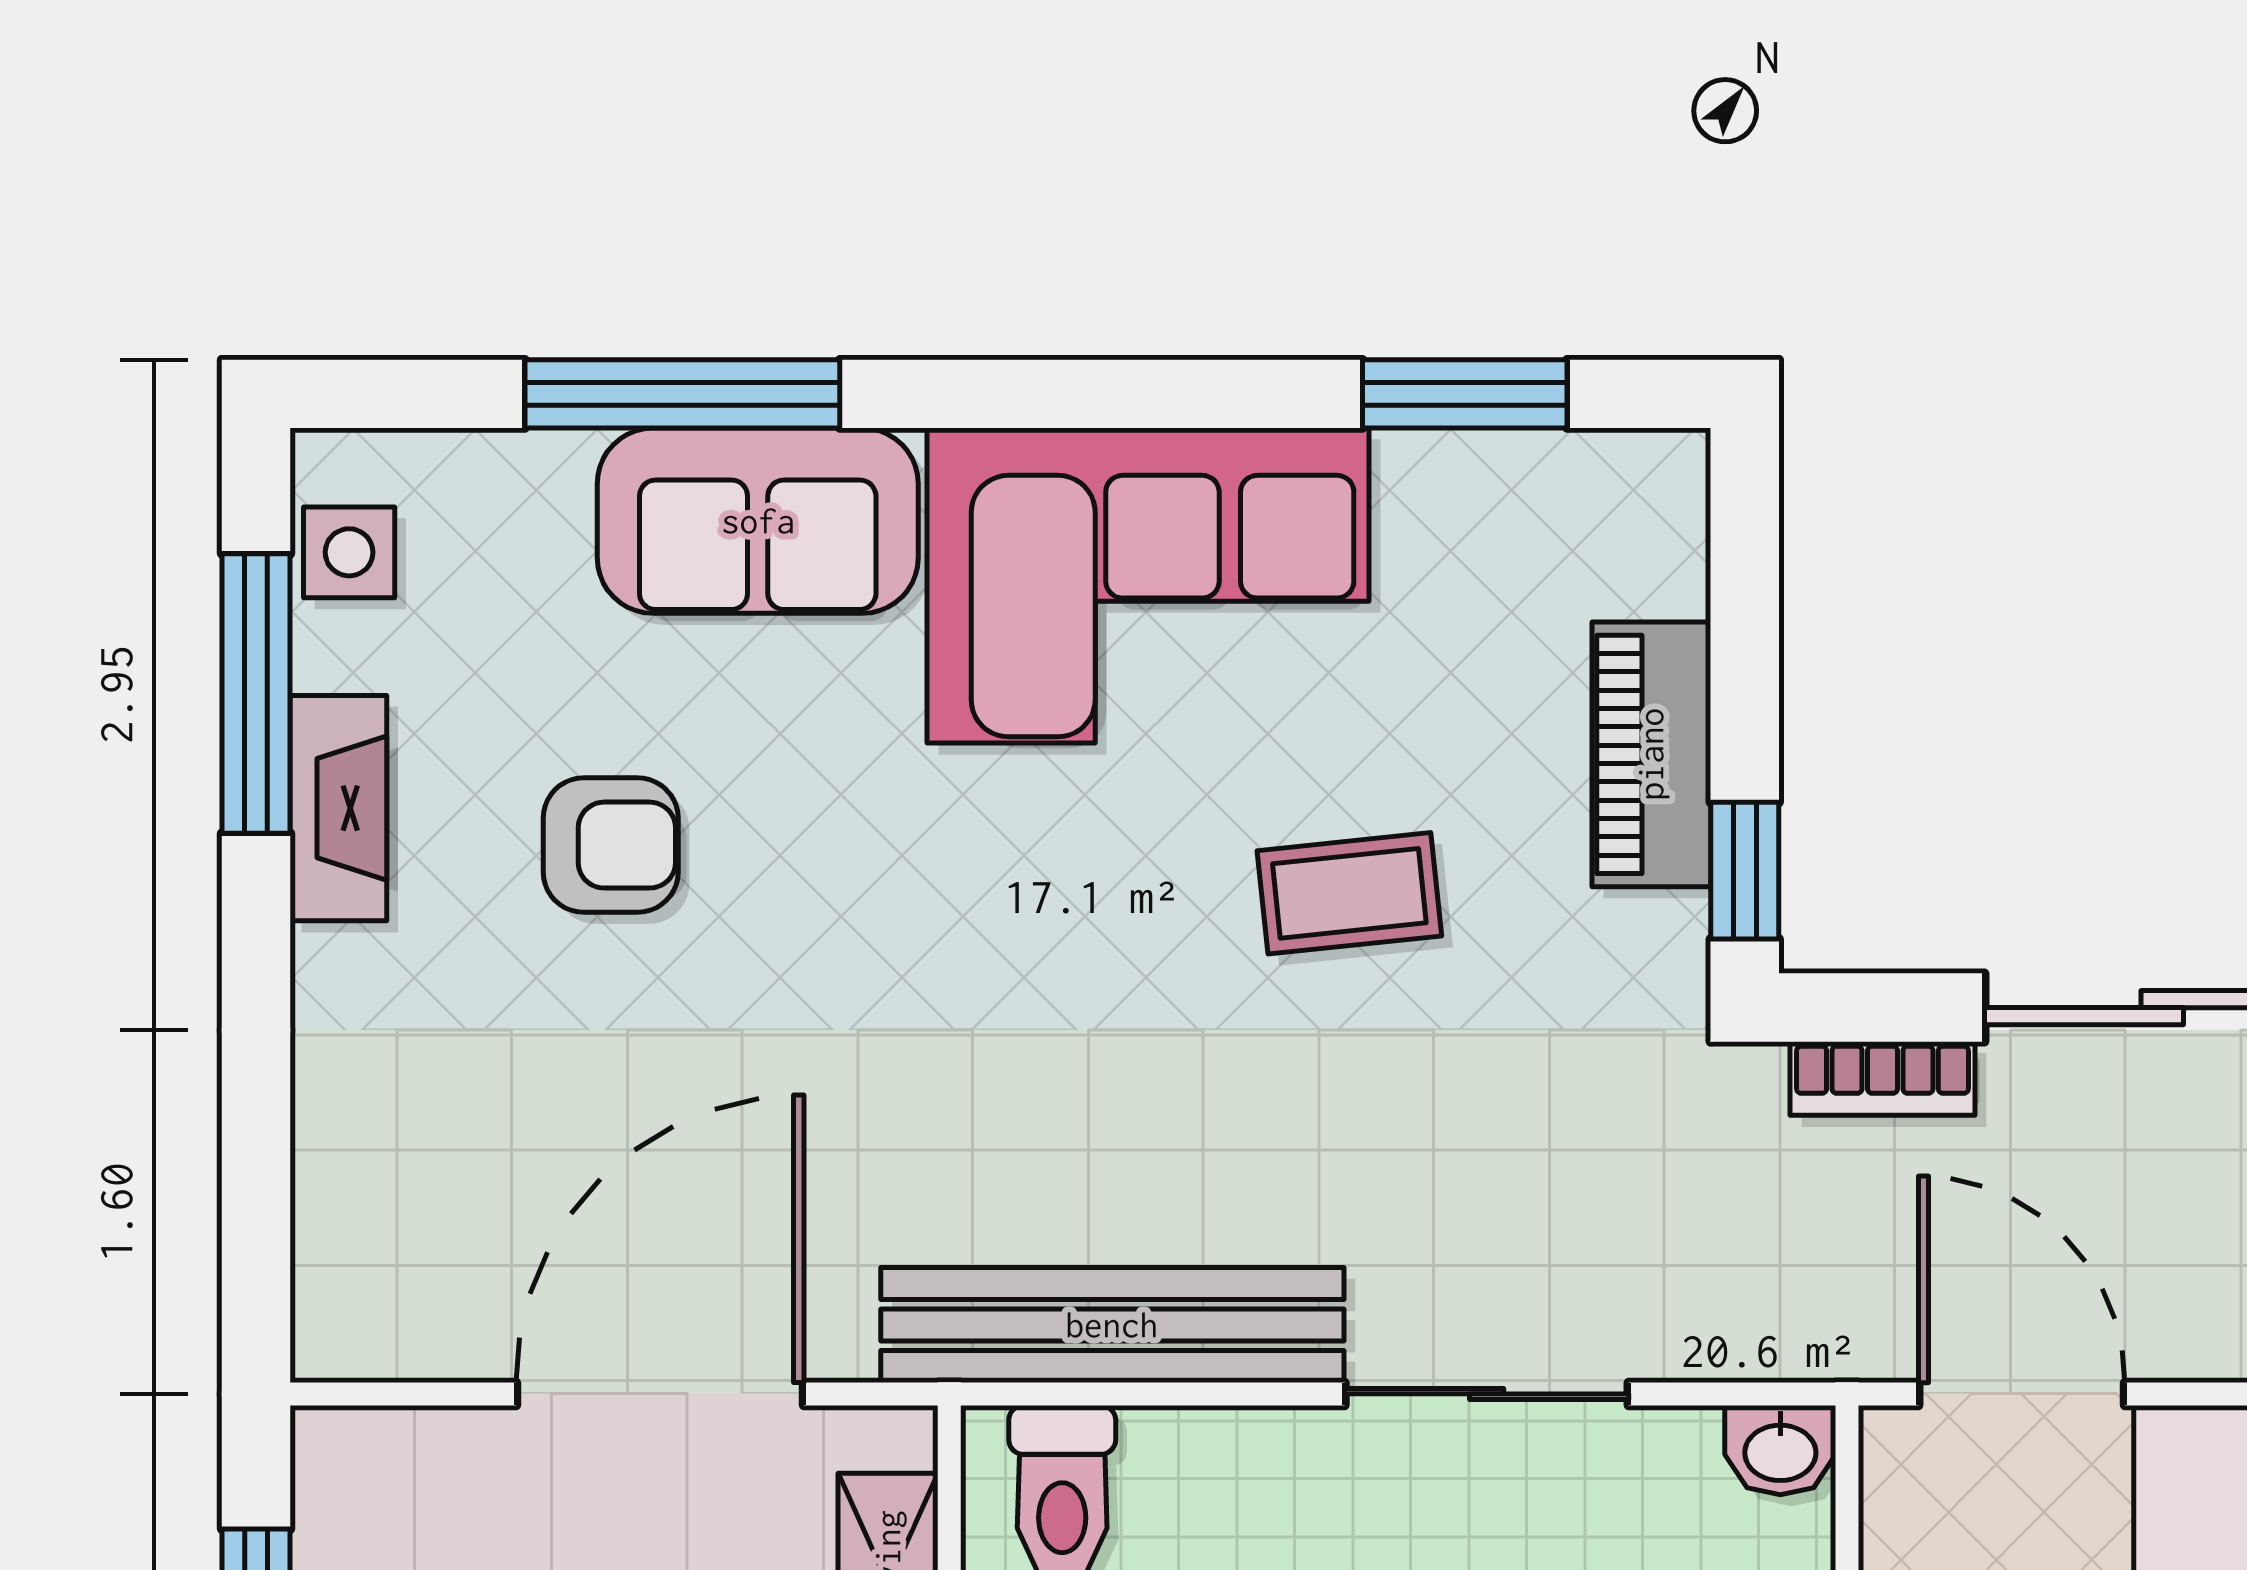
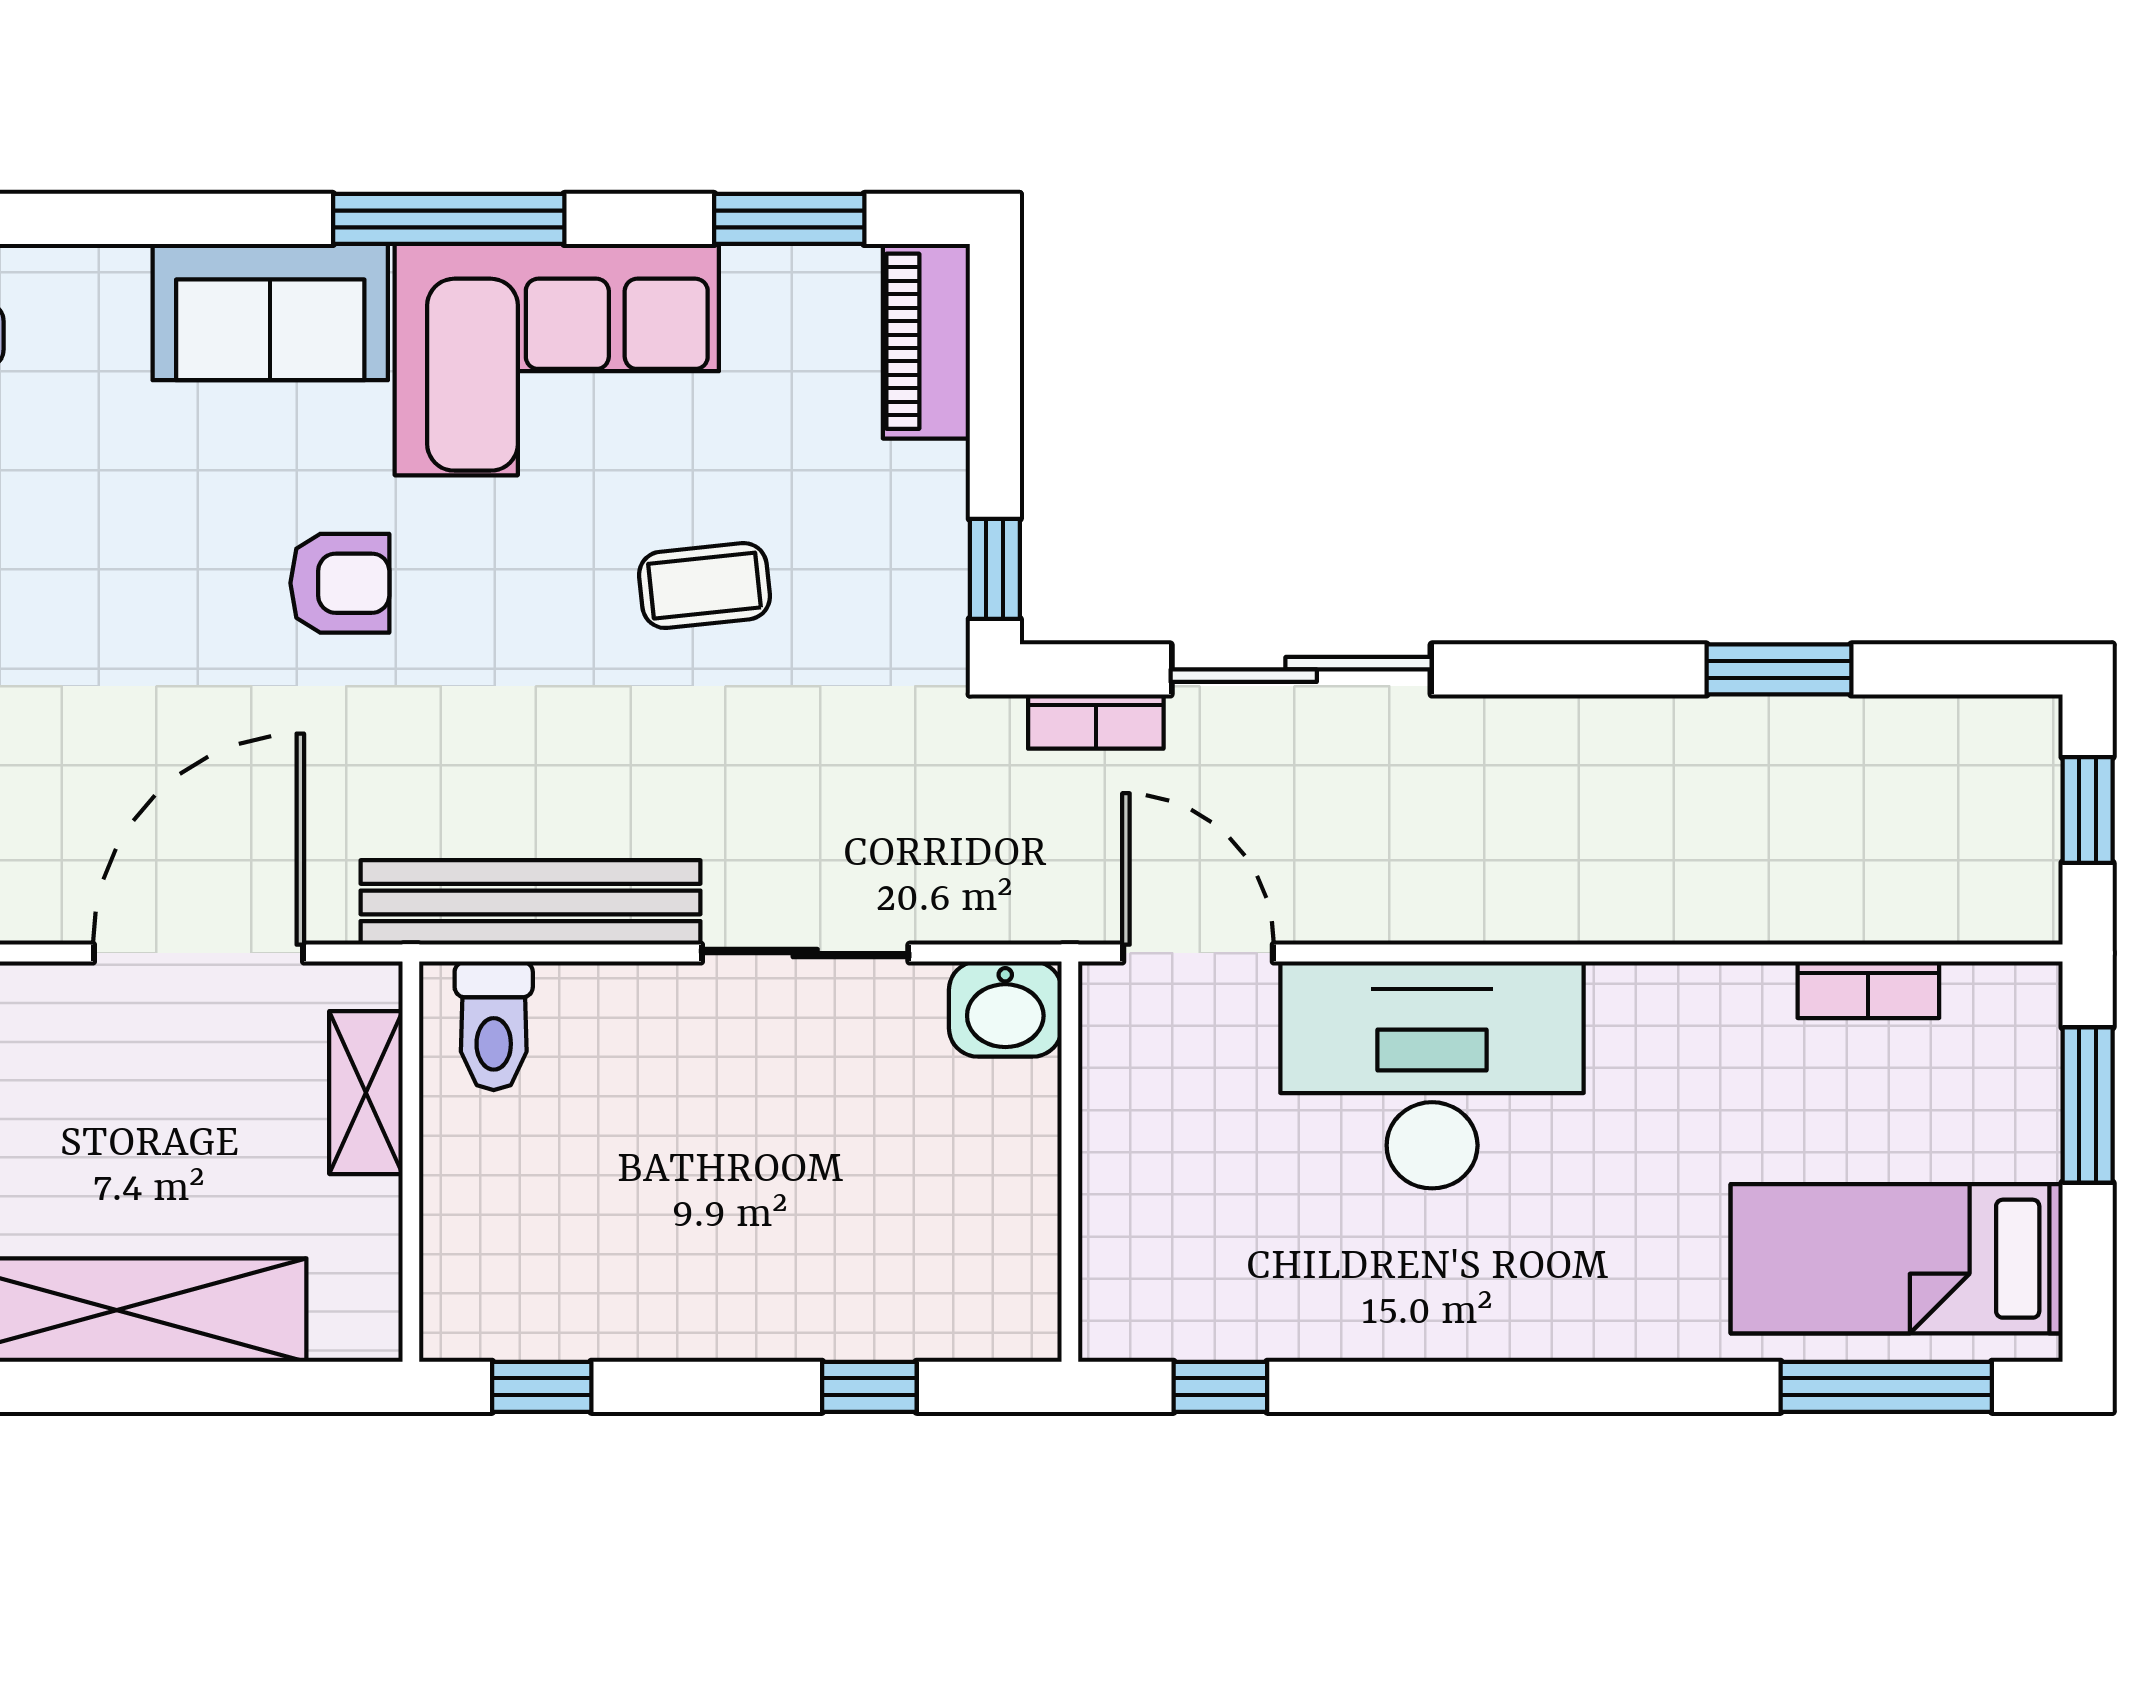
window: (682, 394) -> (449, 219), moved
piano: (1651, 754) -> (926, 341), moved
armchair: (611, 845) -> (340, 583), moved
washbasin: (1780, 1450) -> (1005, 1009), width x1.38, depth x1.45

